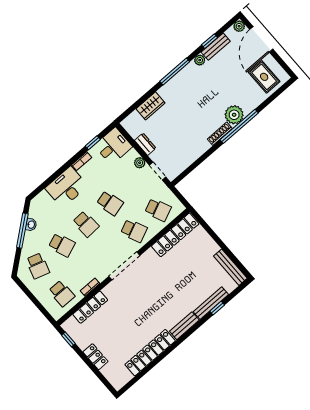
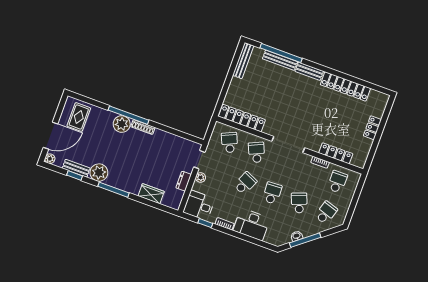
plant: (200, 60) -> (99, 173), width x1.88, depth x1.88
school desk: (110, 203) -> (245, 183), turned 39
window: (217, 308) -> (281, 53), width x3.17
window: (68, 339) -> (371, 157), removed

